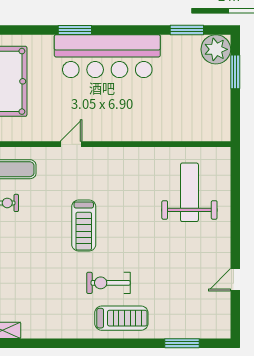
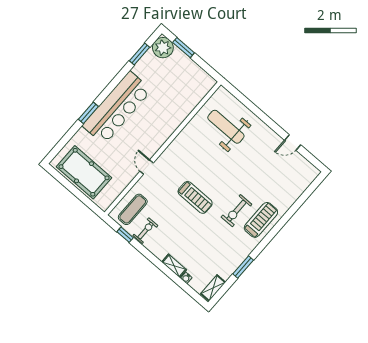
door: (235, 280) -> (293, 142), hinge flipped
window: (182, 343) -> (243, 267), moved

